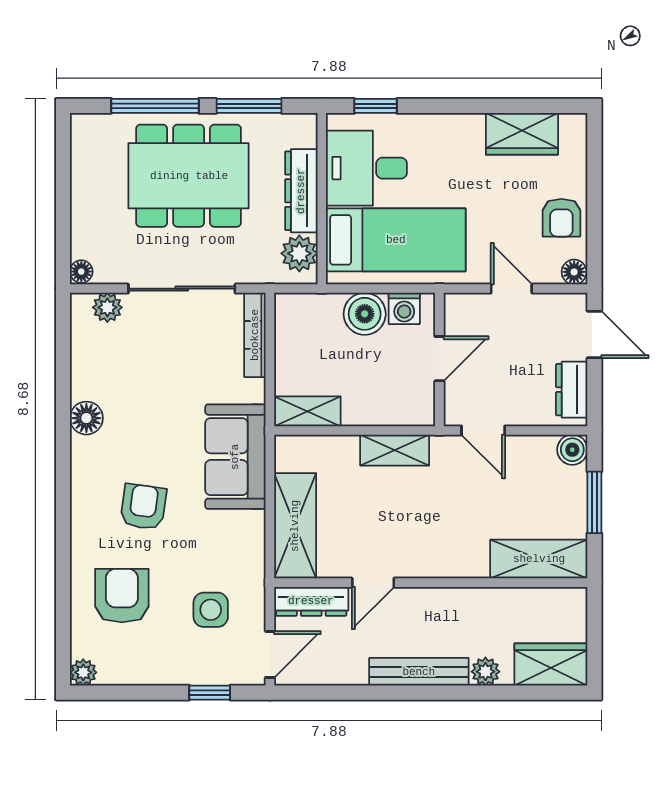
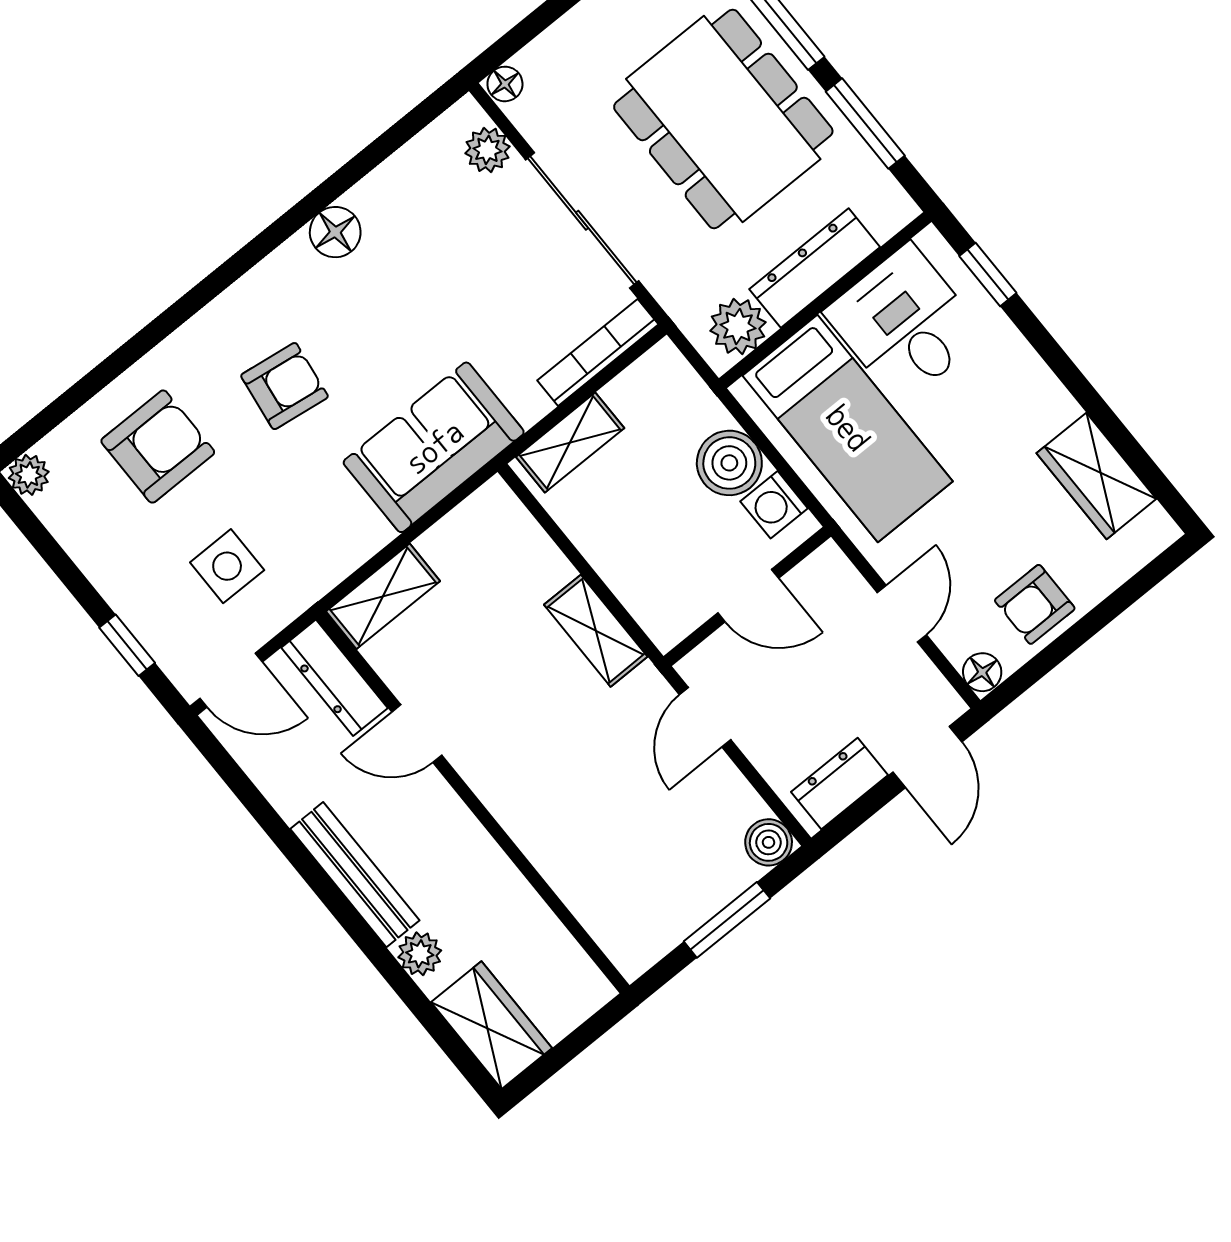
shelving: (307, 411) -> (570, 443), moved, turned 90
shelving: (295, 526) -> (383, 596), width x0.67, depth x0.75
shelving: (539, 559) -> (606, 908), removed

